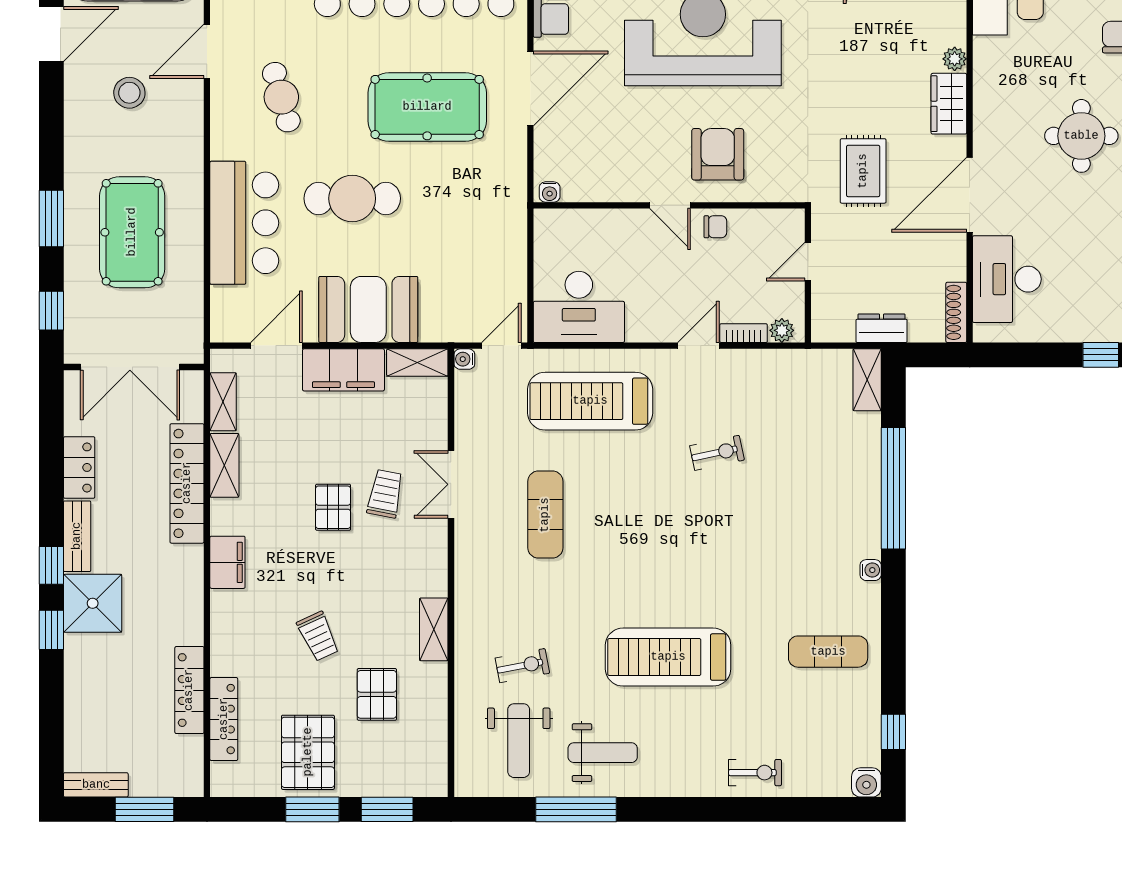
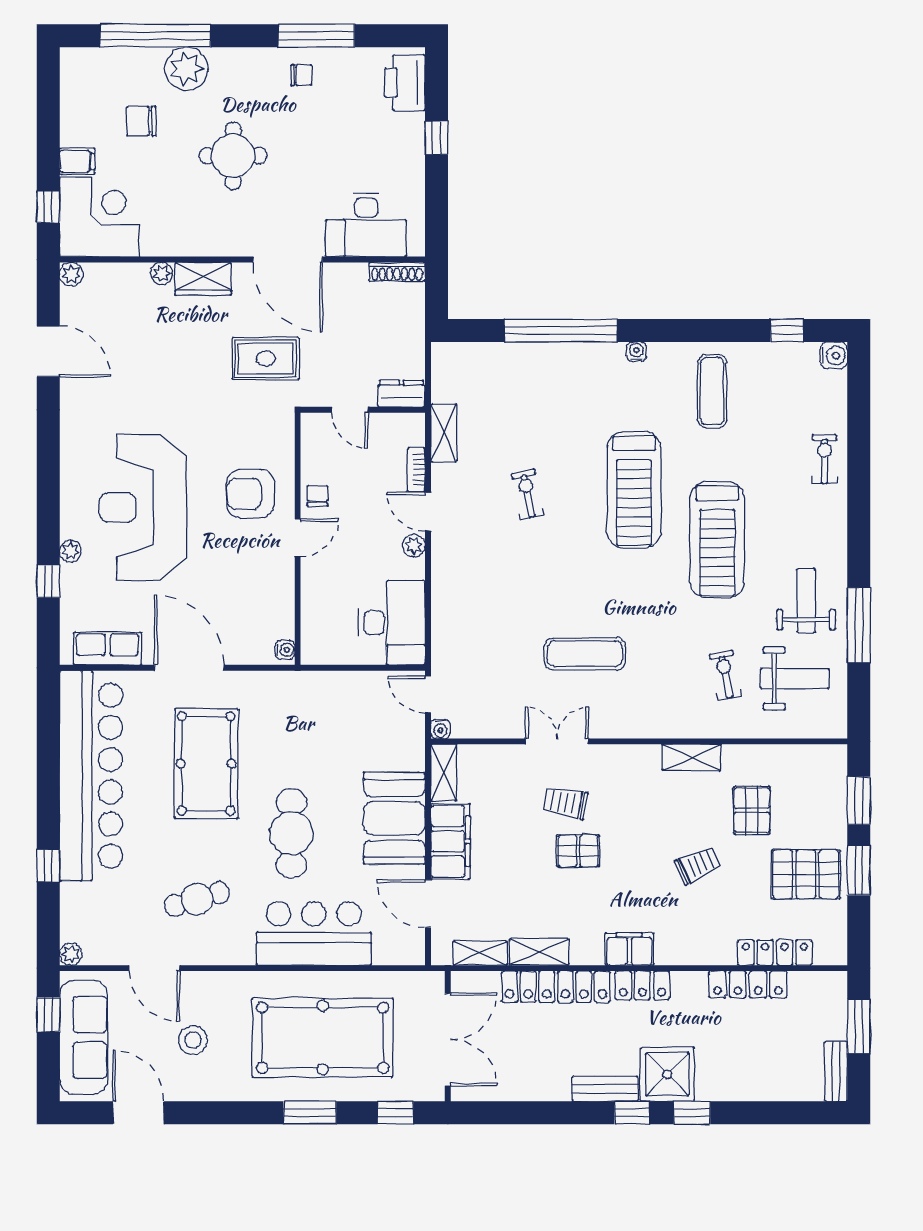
pool table: (132, 232) -> (323, 1038), width x1.36, depth x1.32
dresser: (882, 328) -> (401, 394), moved, turned 90
plant: (782, 330) -> (414, 546), moved
shelving: (867, 380) -> (444, 433), moved, turned 90
treadmill: (590, 401) -> (634, 490), moved
locker: (79, 467) -> (642, 985), moved, turned 180
double door: (451, 484) -> (557, 741), swing flipped
pallet: (377, 694) -> (752, 810), turned 90

